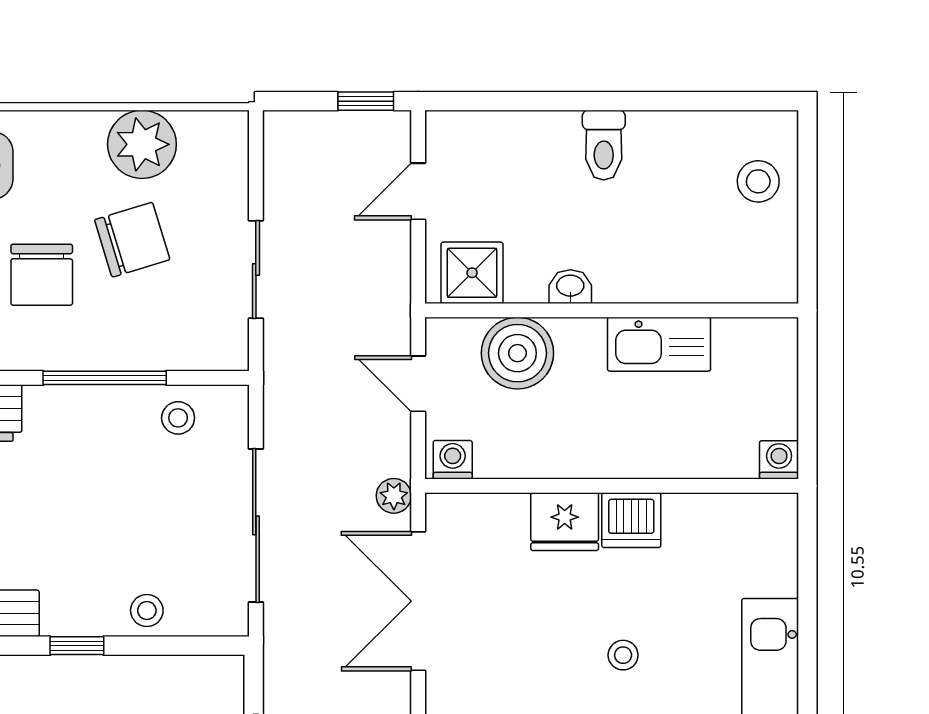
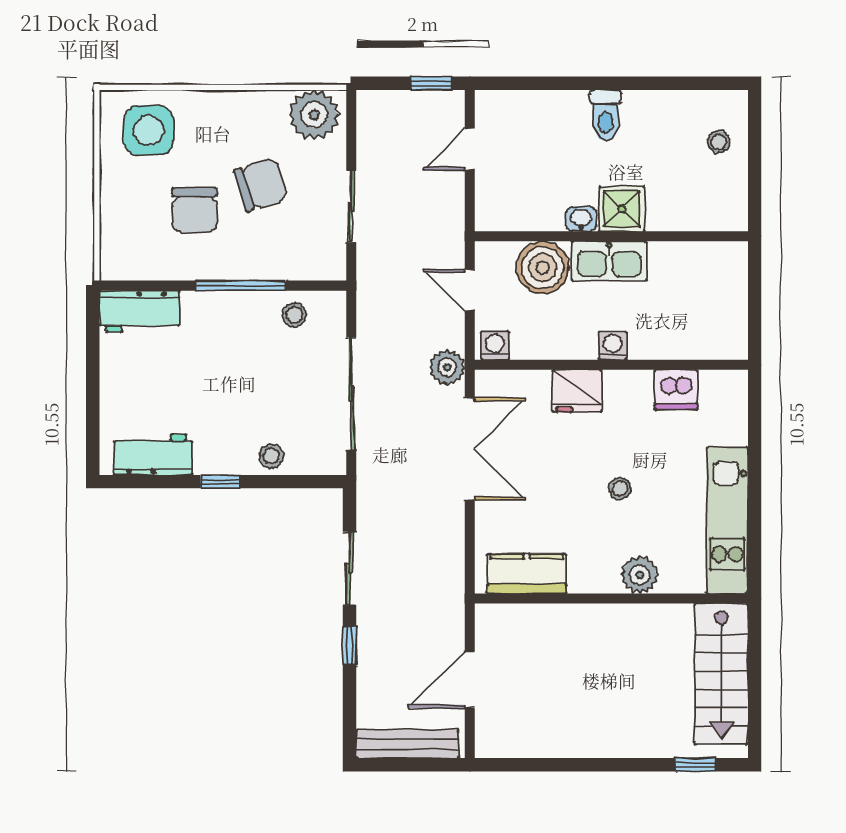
plant: (142, 144) -> (314, 115), moved
stool: (758, 181) -> (719, 142), width x0.73, depth x0.73
shower: (472, 273) -> (622, 209), moved
kitchen sink: (659, 344) -> (609, 261), moved
washing machine: (779, 460) -> (613, 346), moved
plant: (394, 496) -> (447, 367), width x1.38, depth x1.38
dishwasher: (631, 520) -> (676, 390), moved
double door: (418, 601) -> (470, 449), swing flipped

